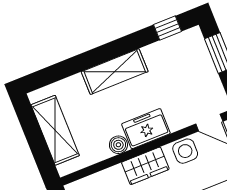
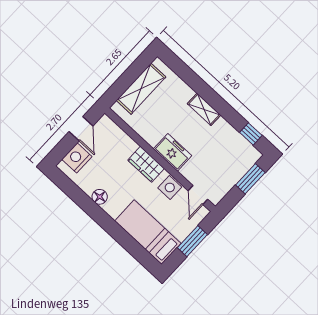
shelving: (115, 72) -> (204, 109), width x0.67, depth x0.75
boiler: (118, 145) -> (152, 138), removed

